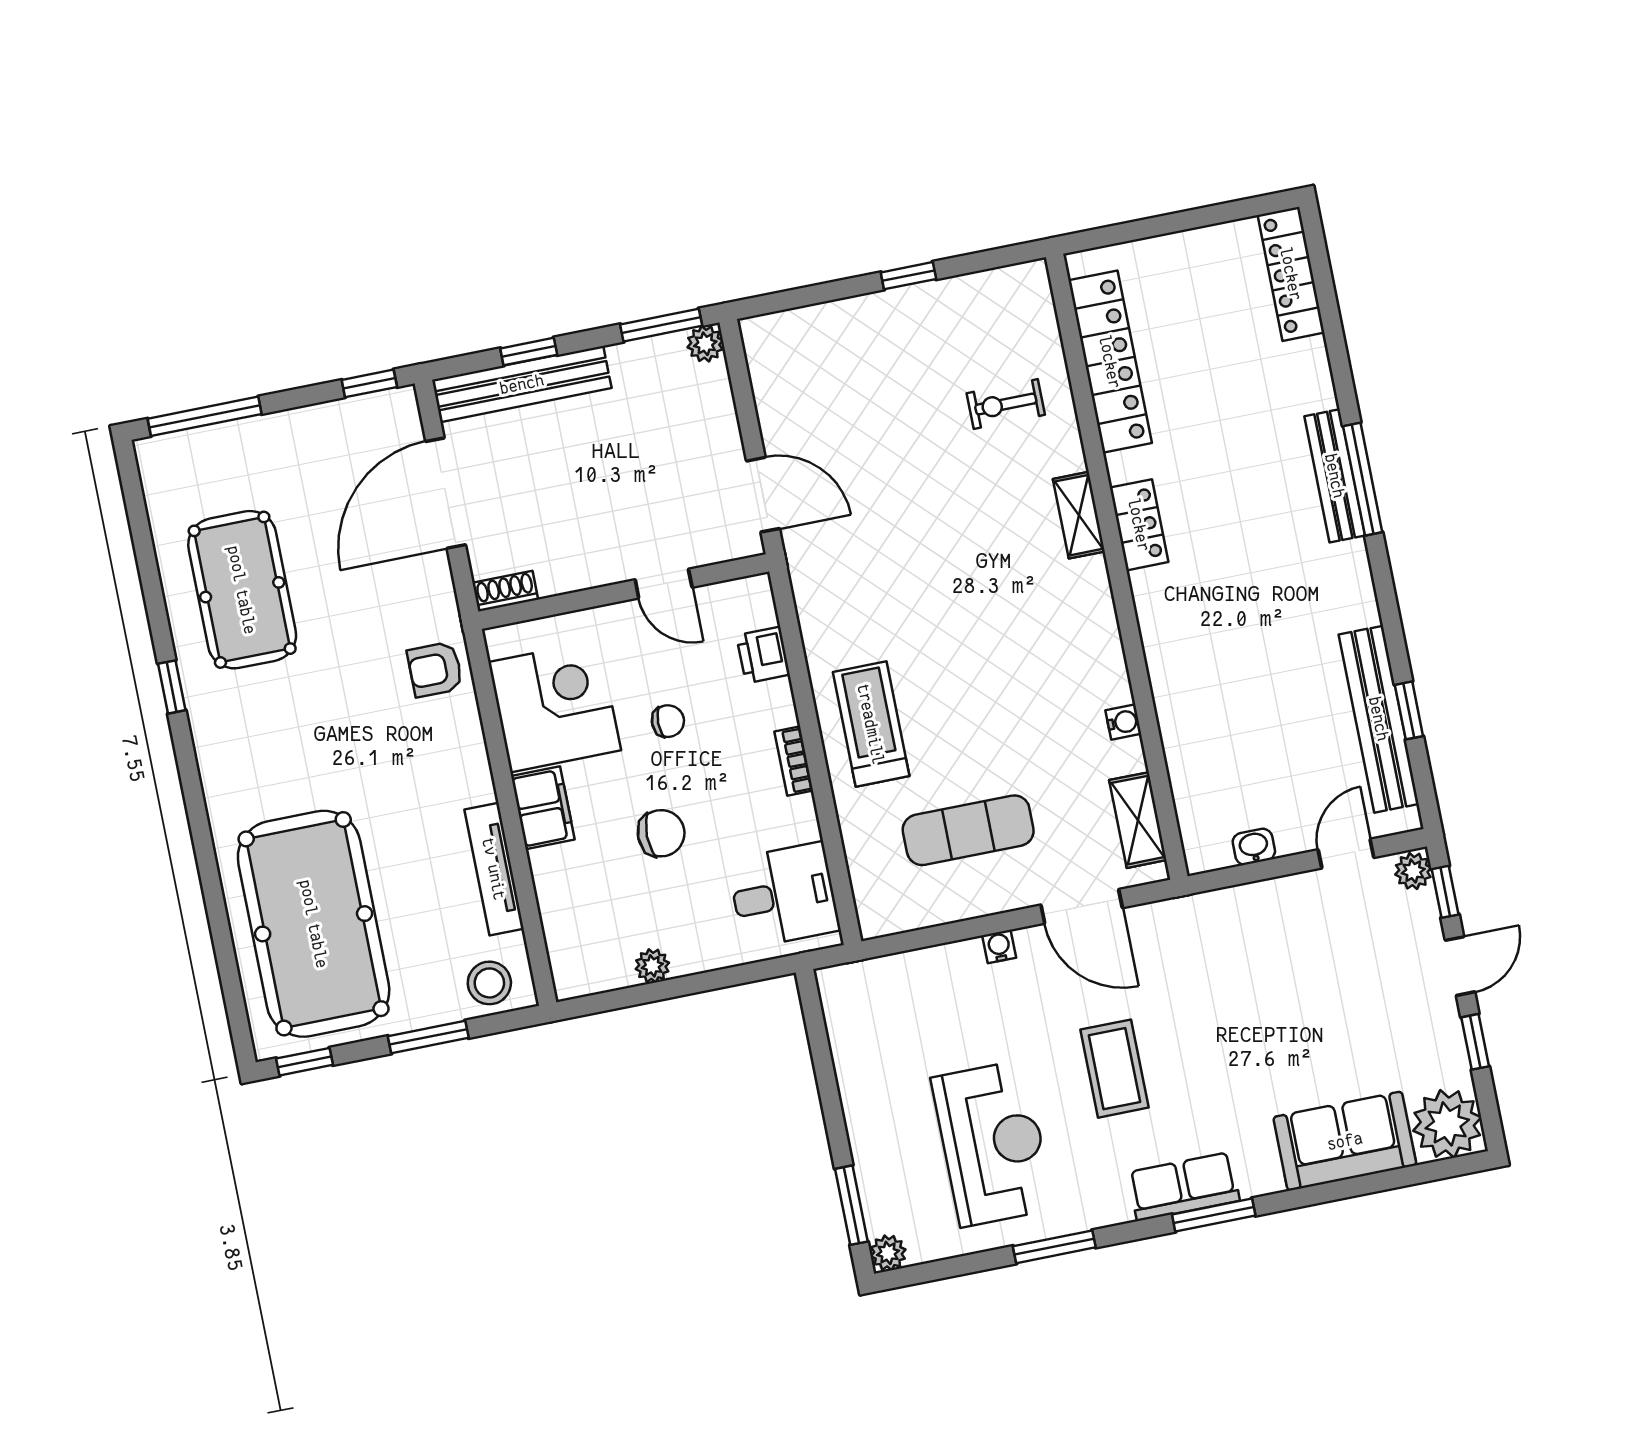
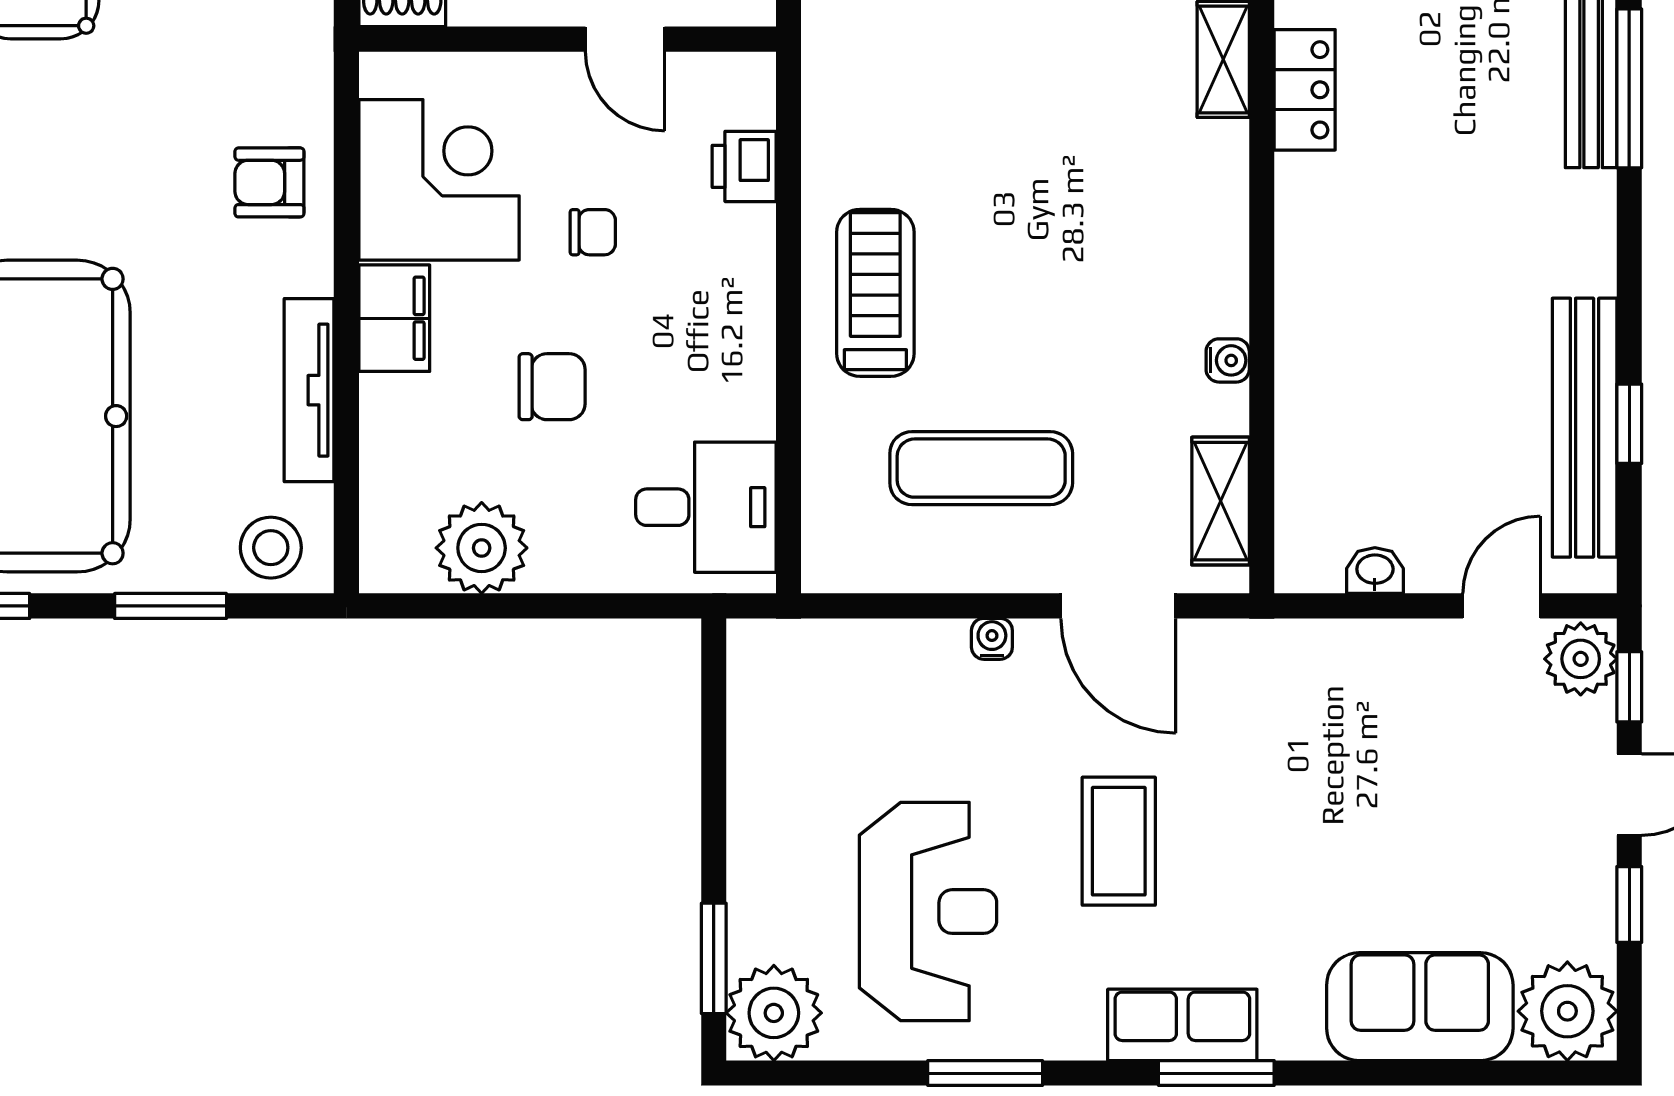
armchair: (435, 669) -> (269, 182), moved
bookcase: (794, 761) -> (757, 323), removed
plant: (1413, 871) -> (1581, 659), width x1.38, depth x1.38
plant: (652, 966) -> (482, 548), width x1.88, depth x1.88
plant: (888, 1253) -> (774, 1013), width x1.87, depth x1.87

